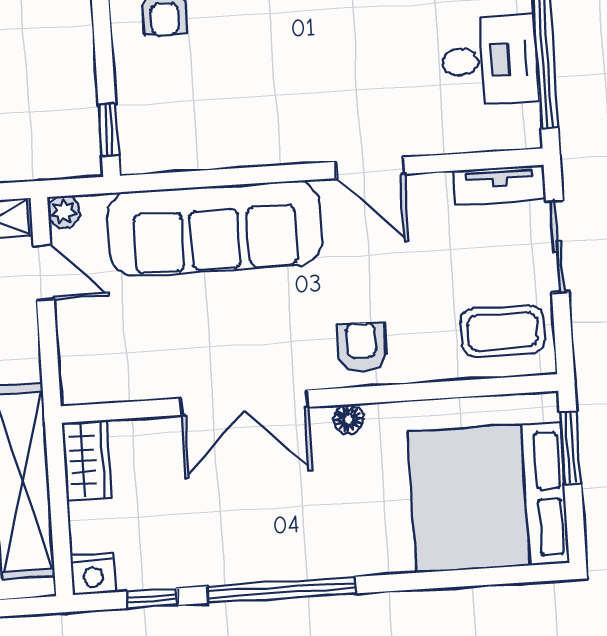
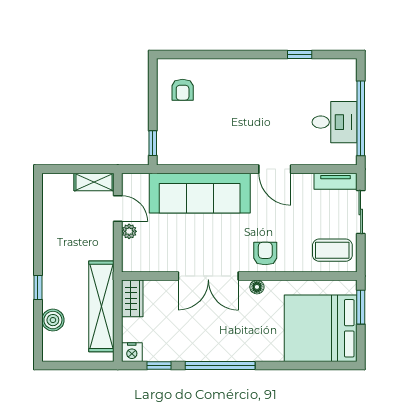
plant: (64, 212) -> (129, 231), moved

